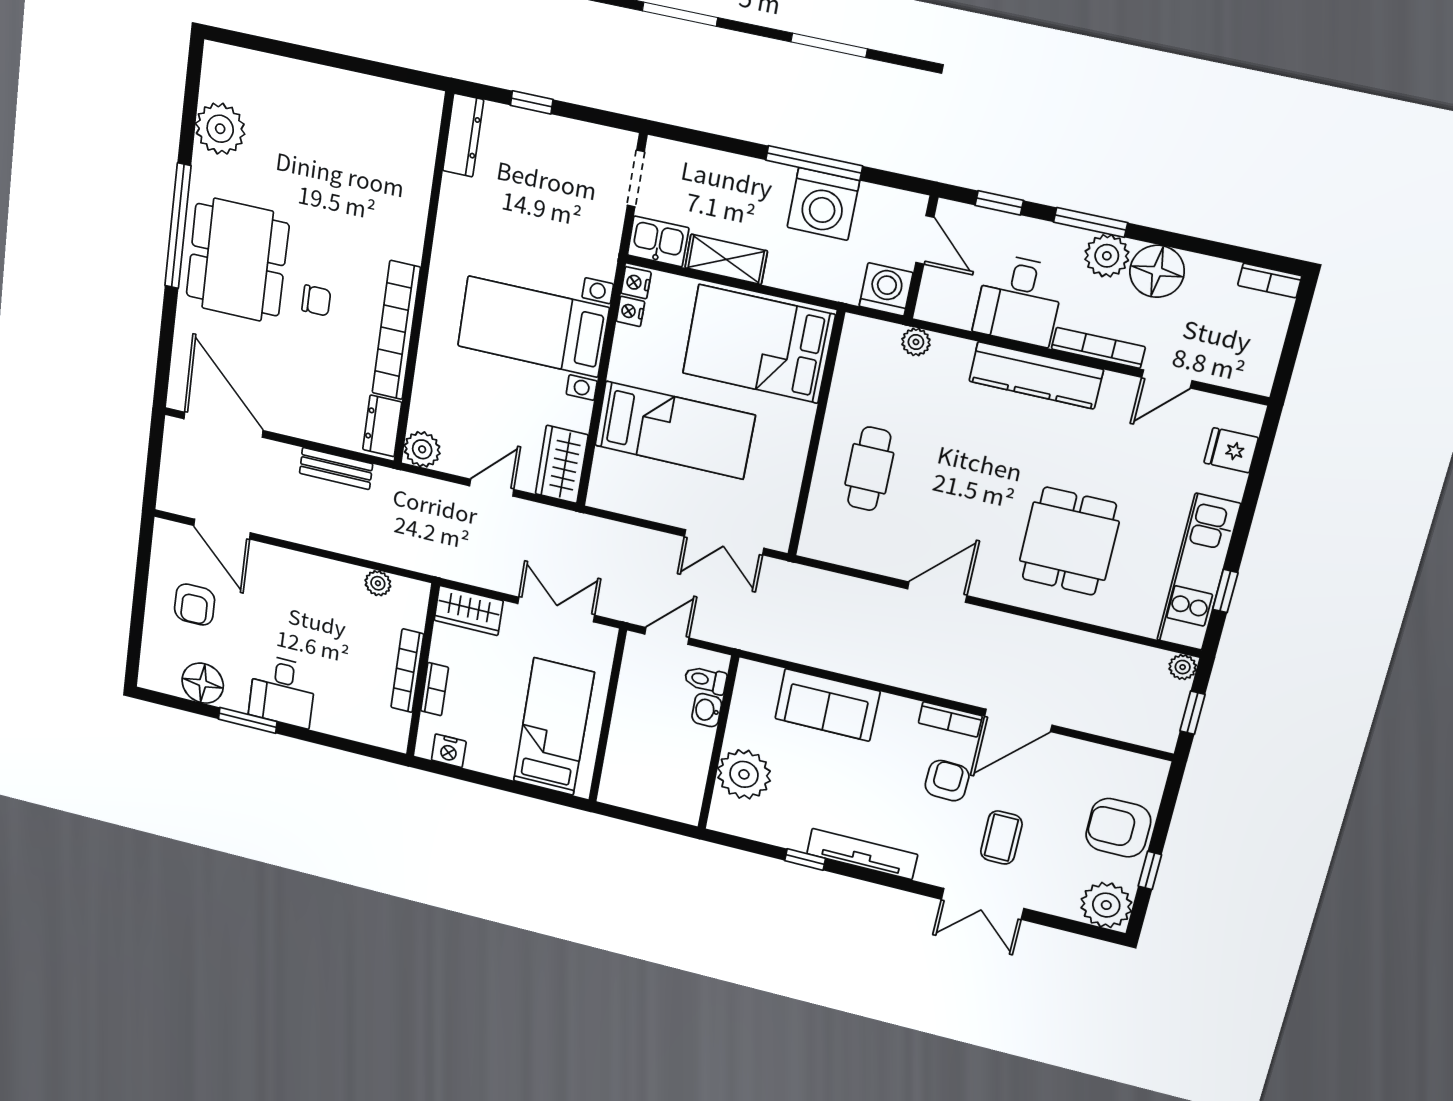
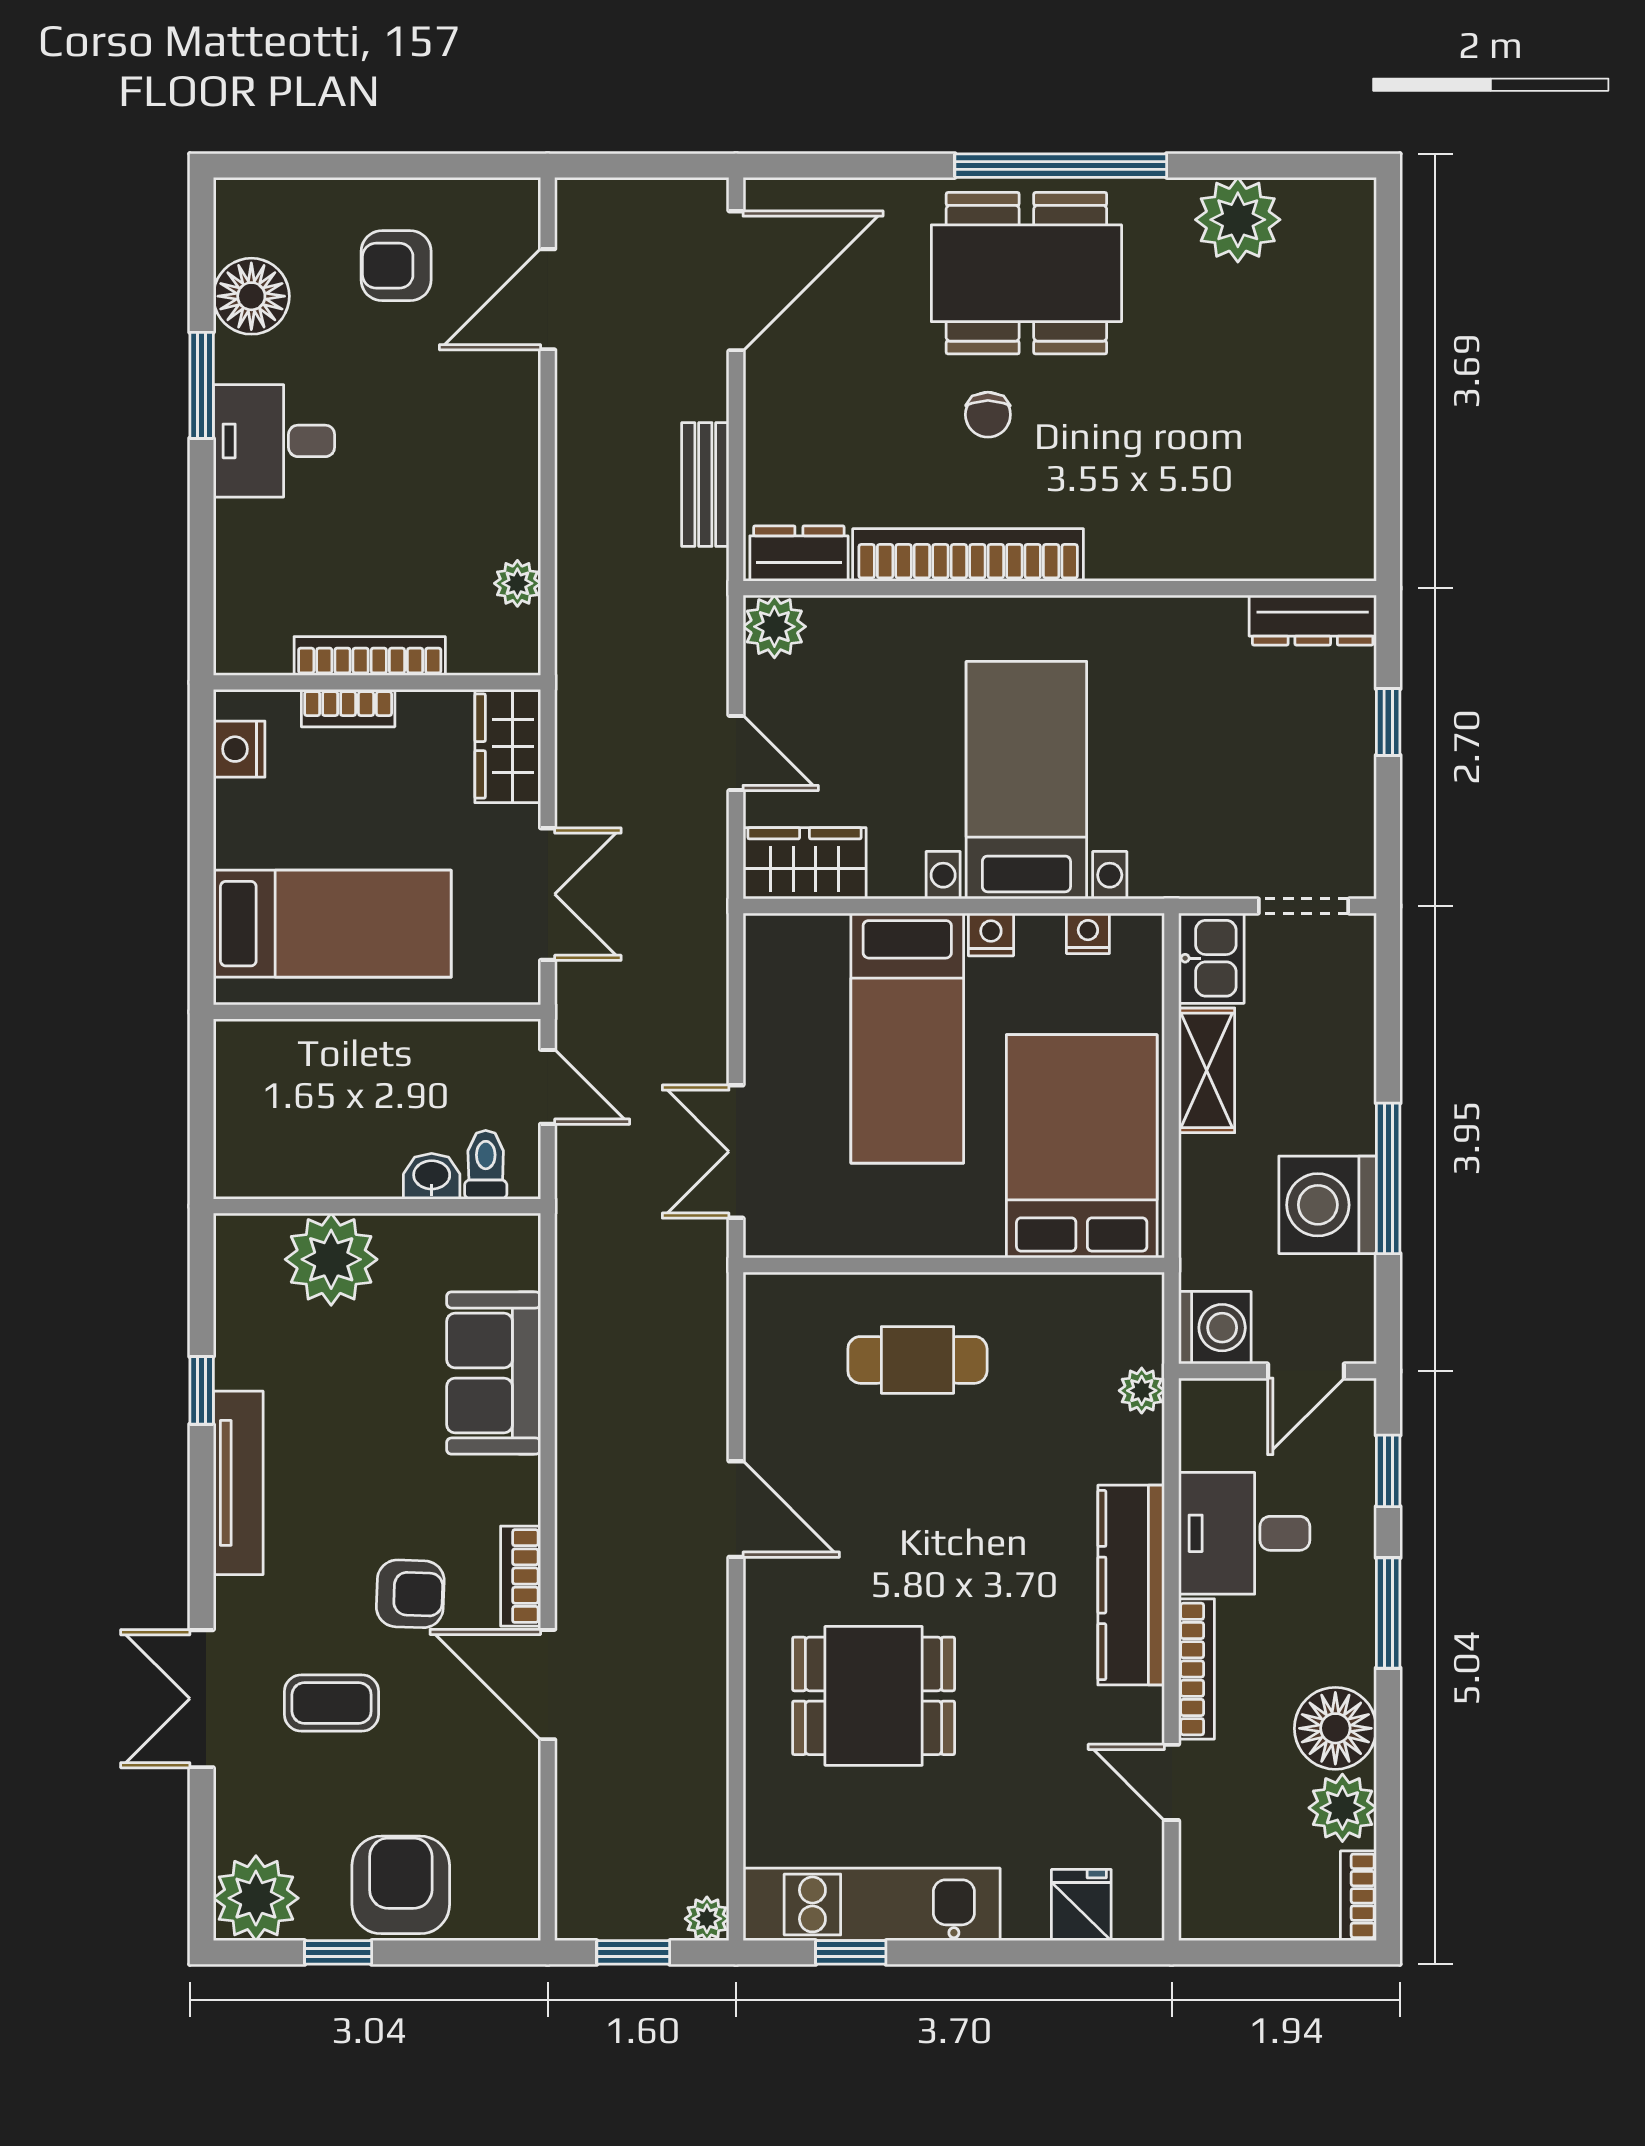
plant: (1107, 256) -> (1342, 1808), moved
nightstand: (636, 283) -> (991, 934), moved

